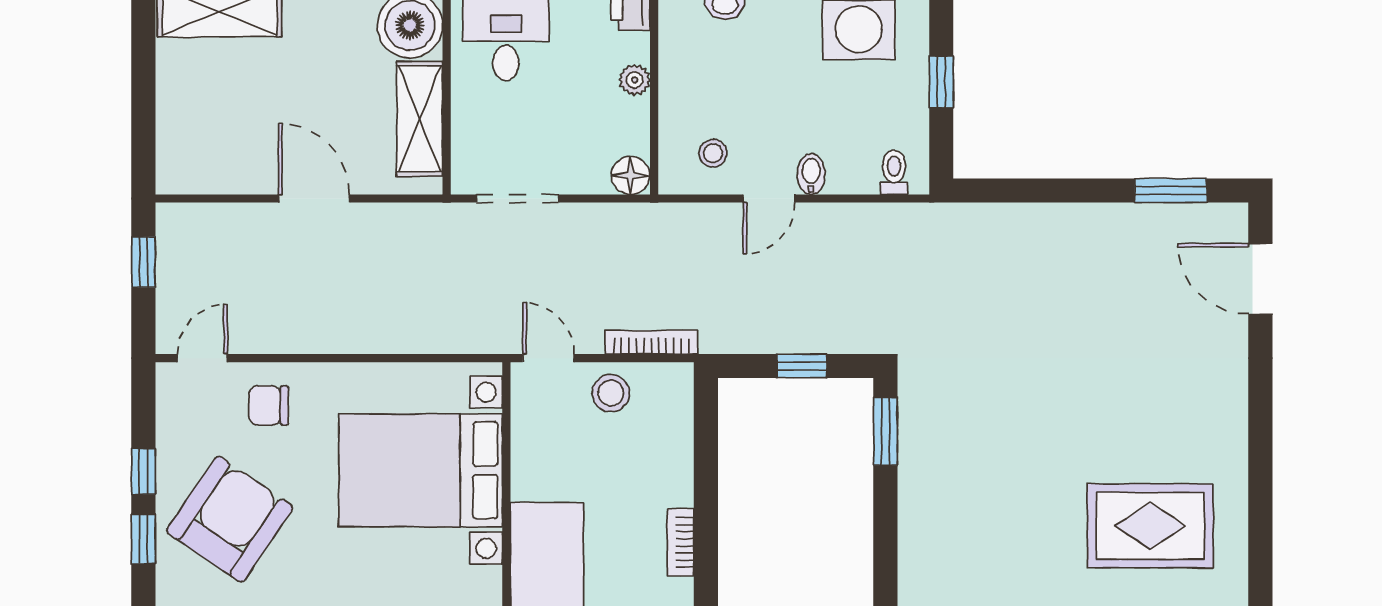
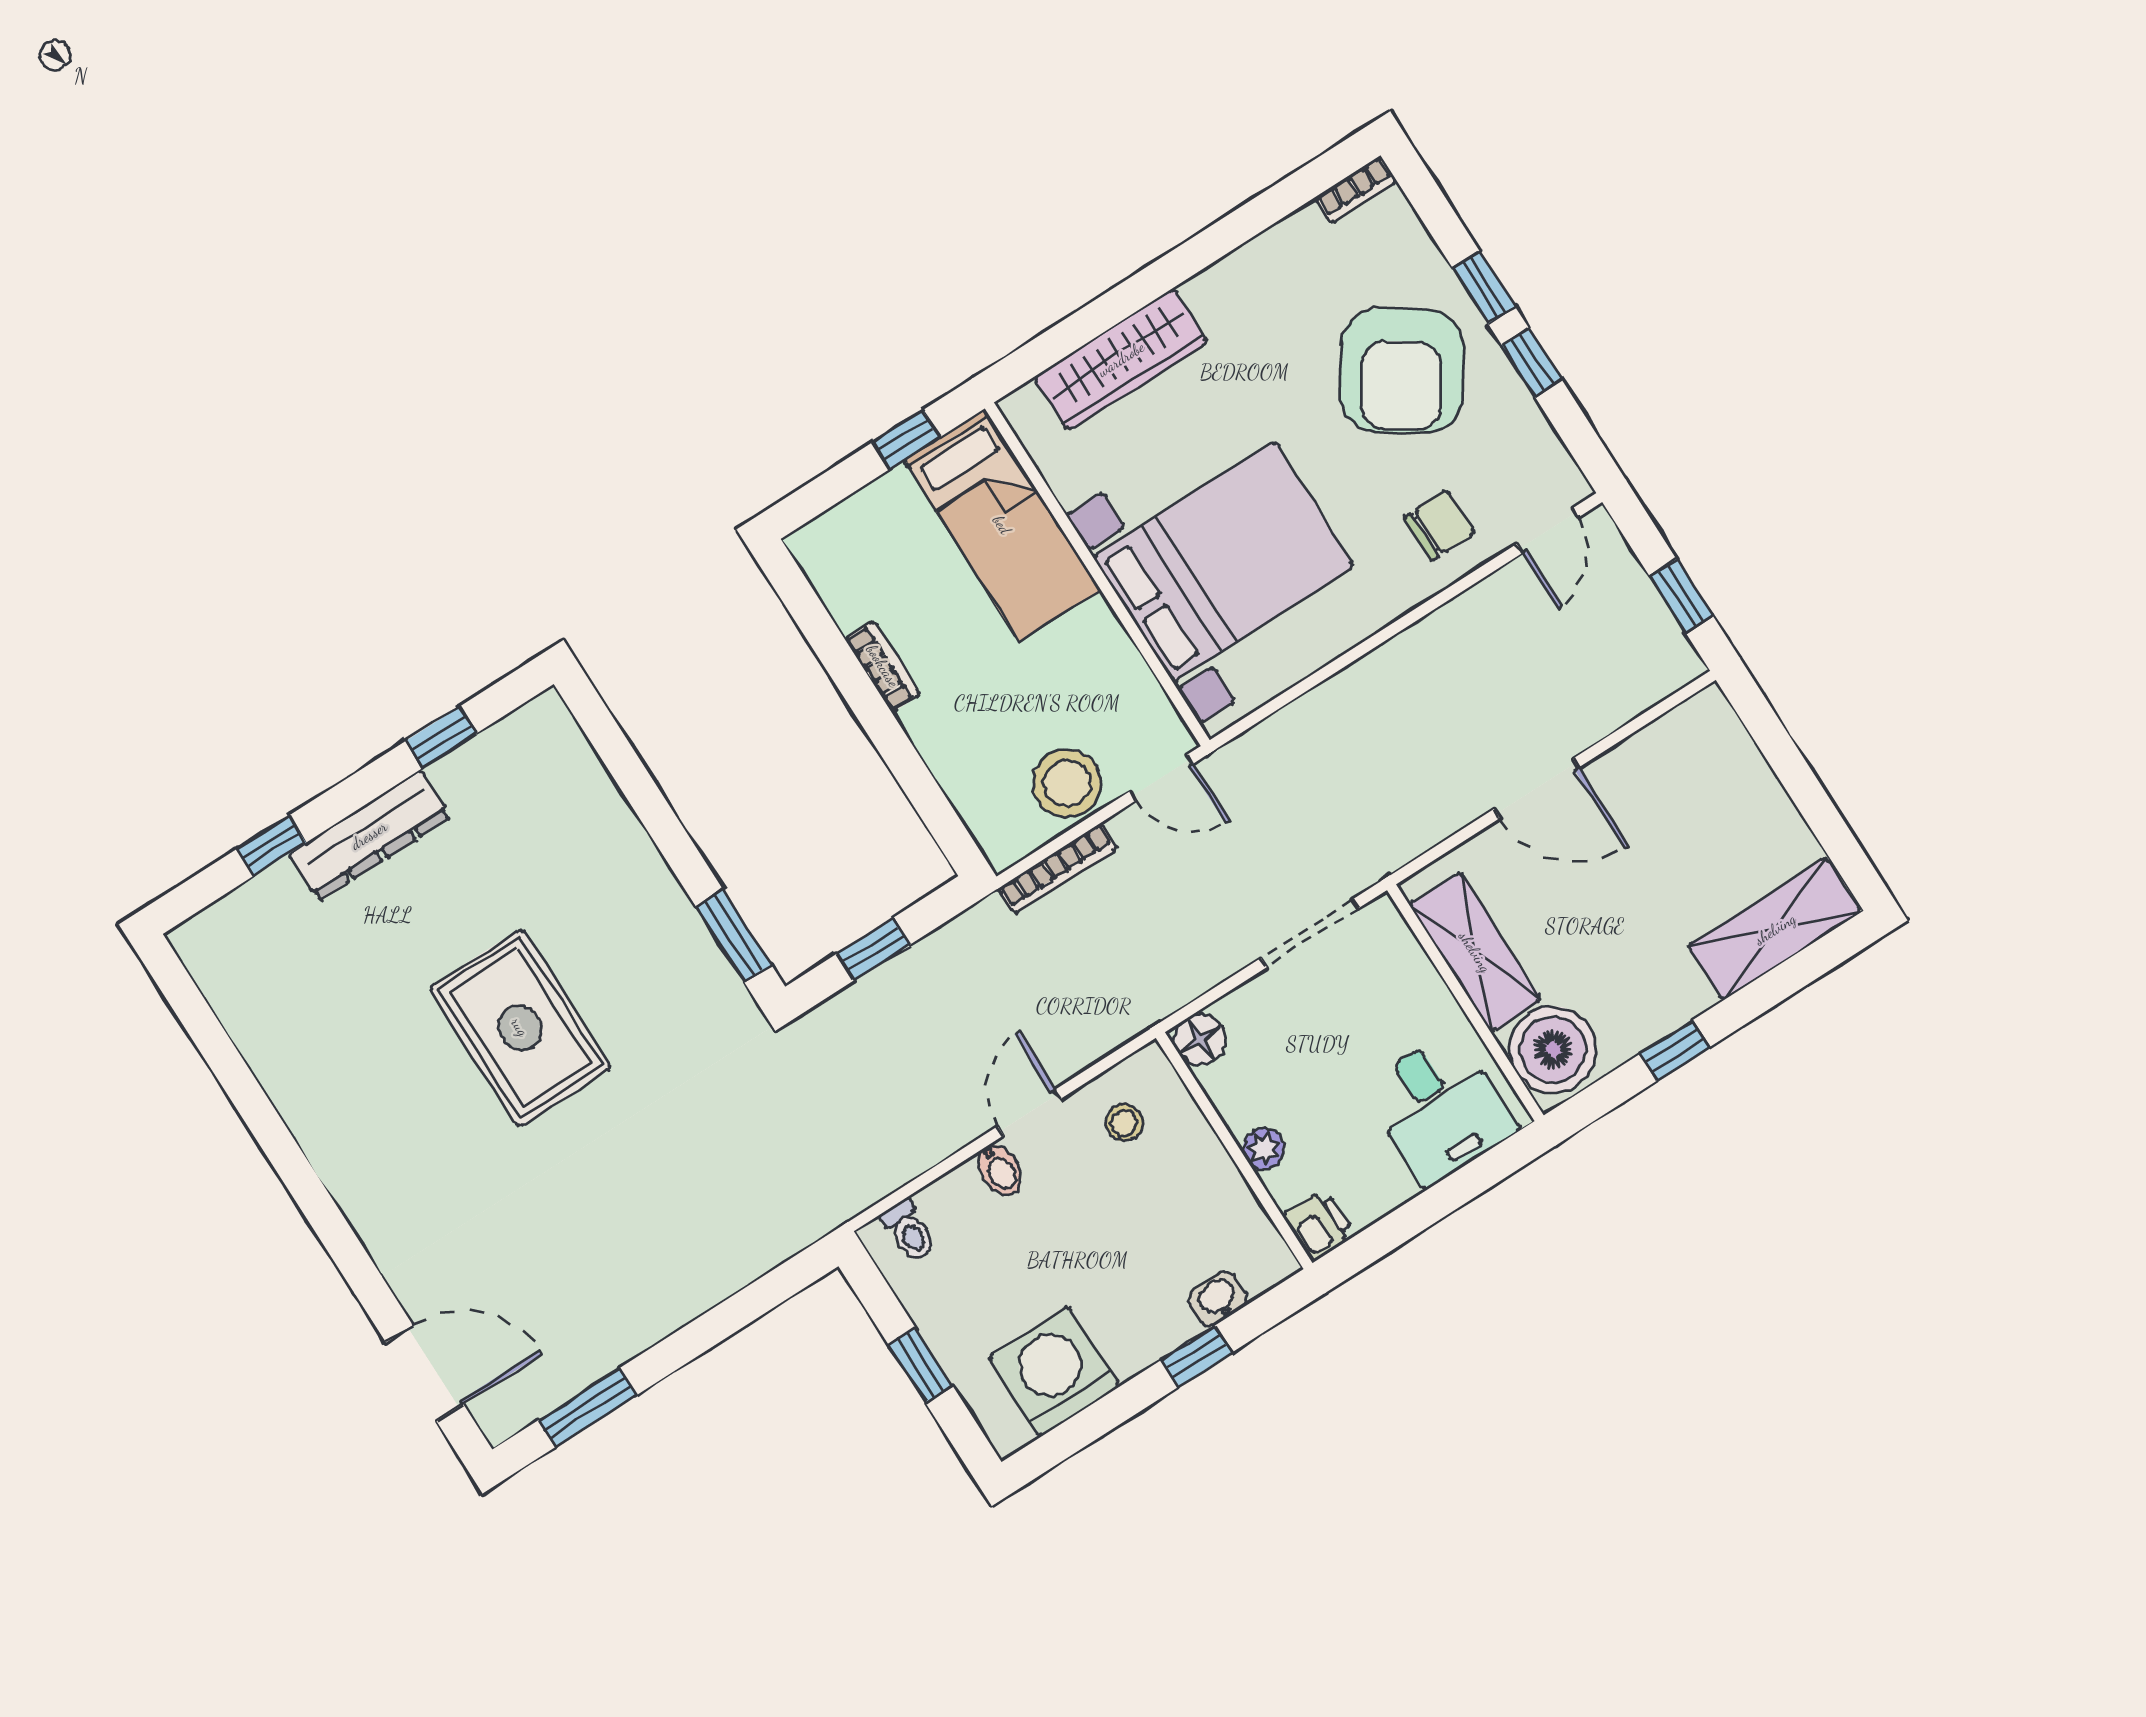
stool: (611, 393) -> (1067, 783), width x1.38, depth x1.38
rug: (1150, 526) -> (520, 1027), moved, turned 90

